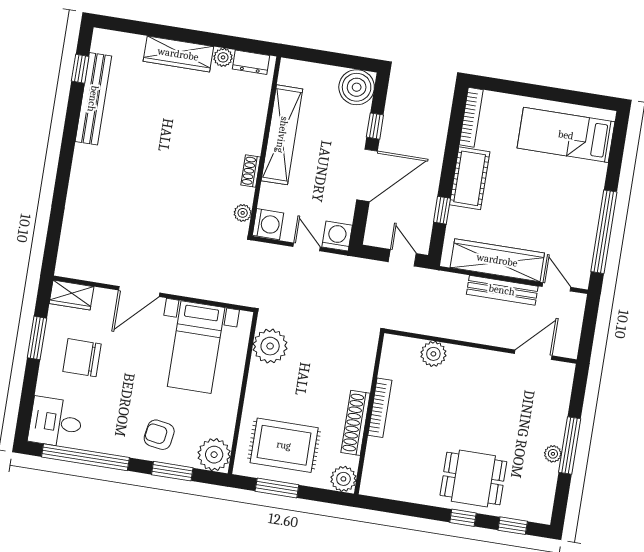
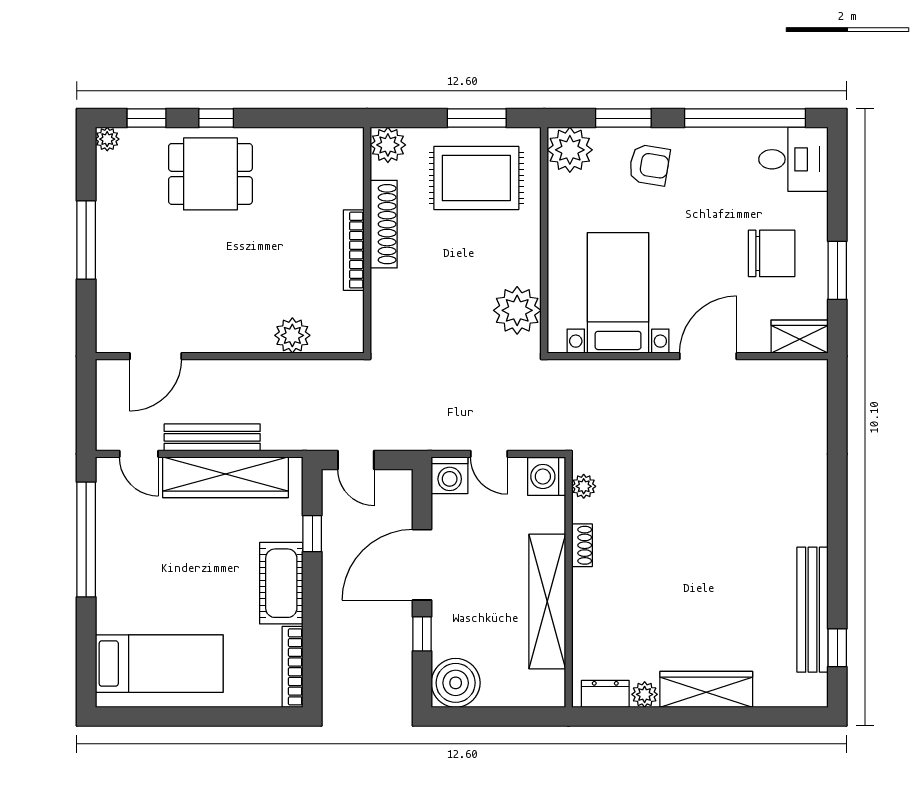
plant: (553, 454) -> (107, 139), moved

